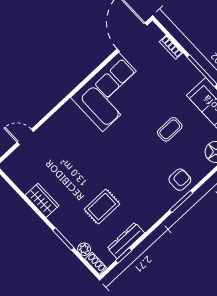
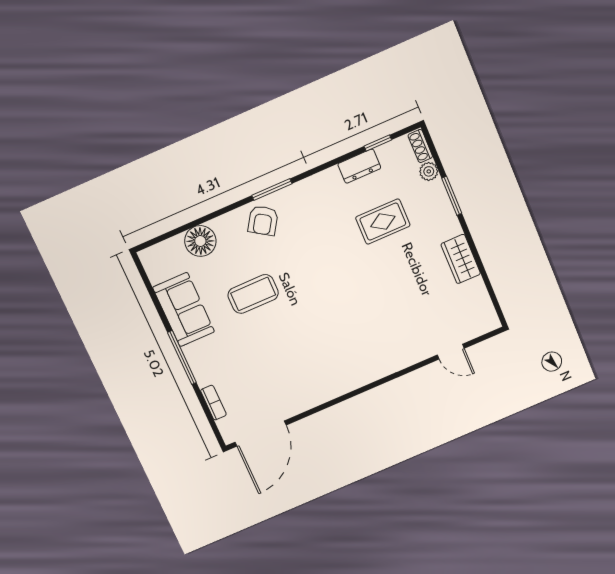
corner sofa: (111, 92) -> (315, 371), removed
coffee table: (170, 129) -> (253, 294), width x1.36, depth x1.30
armchair: (180, 180) -> (263, 220), turned -57
dresser: (126, 240) -> (359, 166), width x0.70

